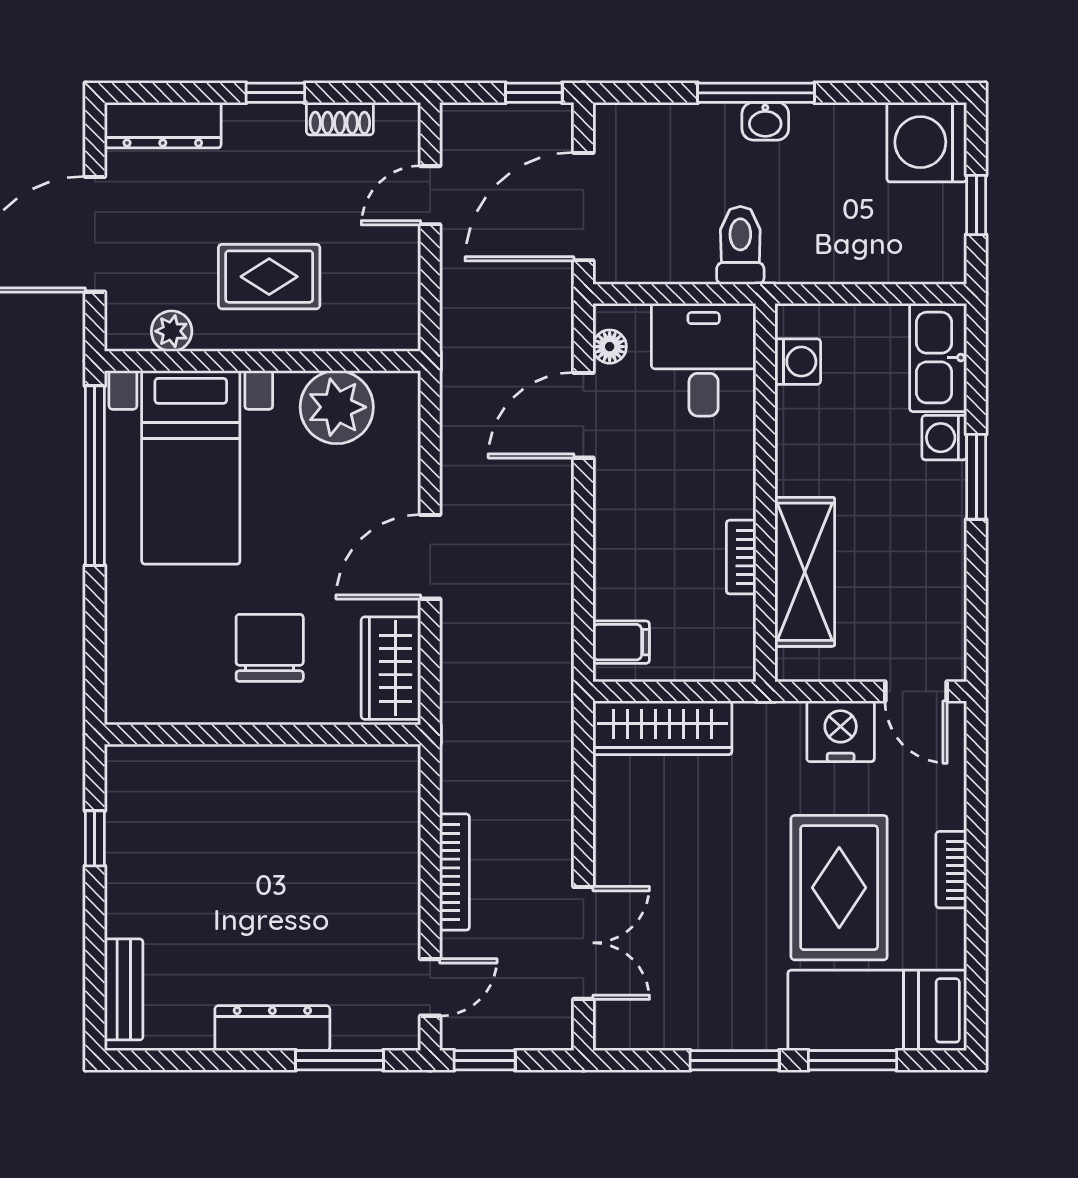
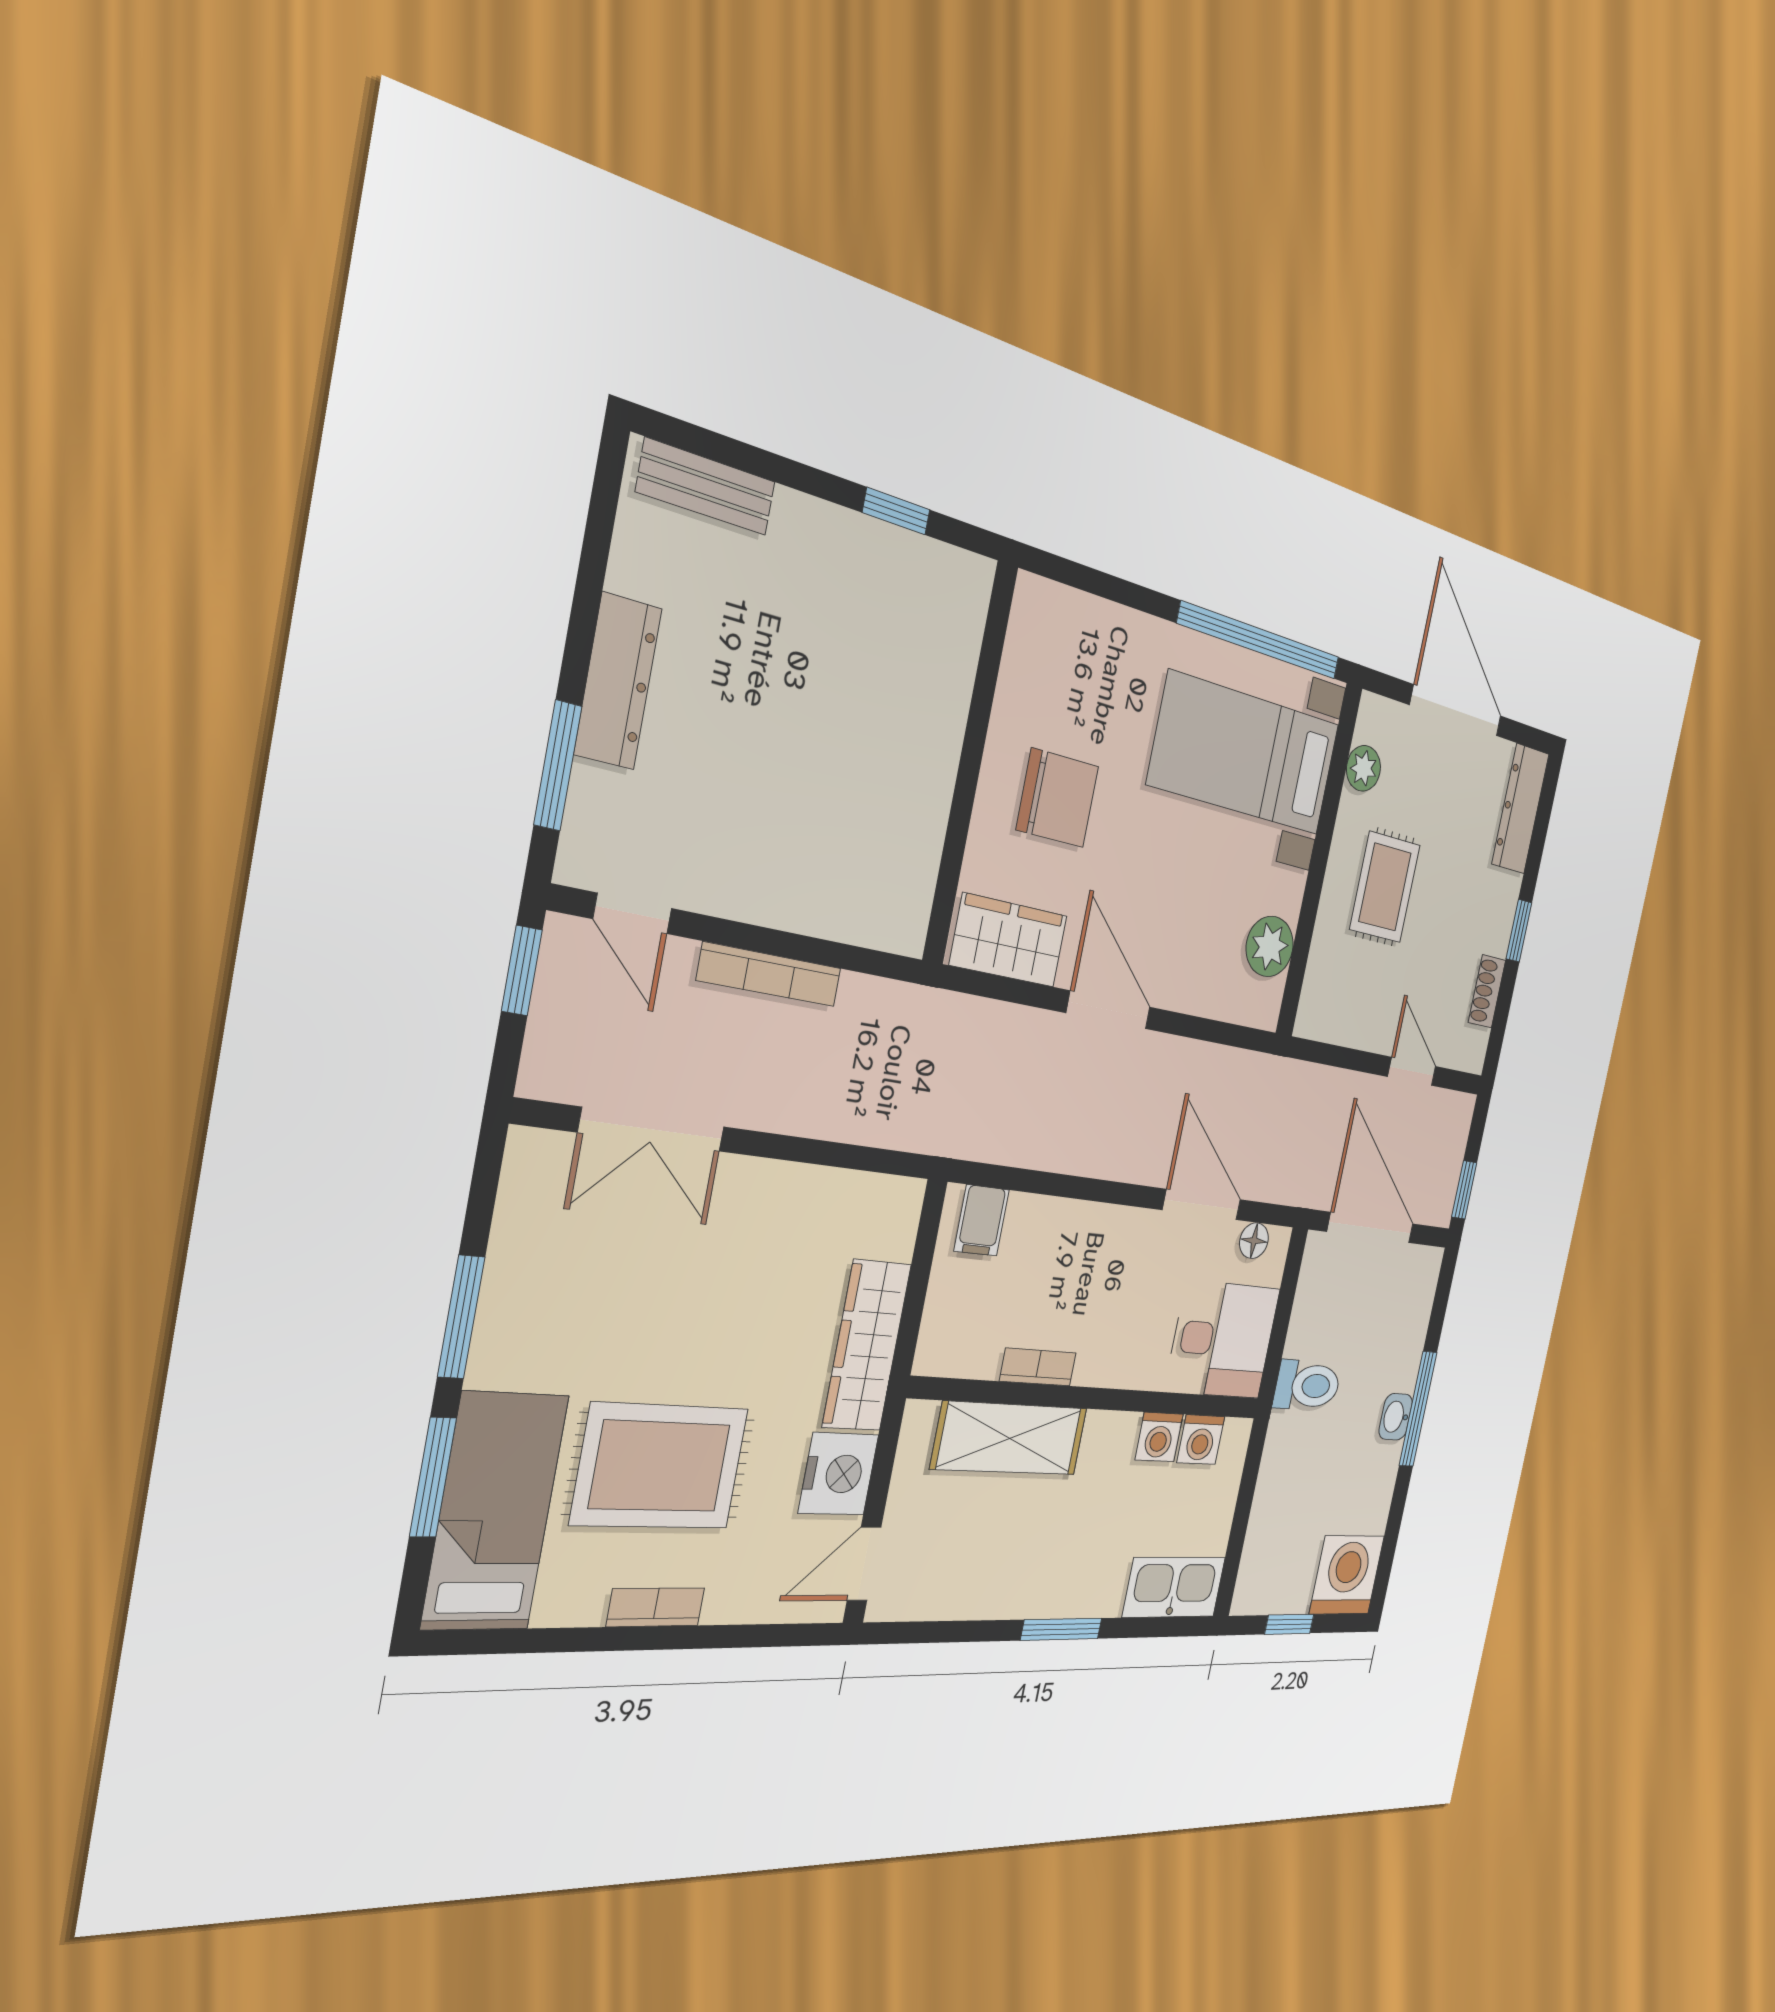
plant: (337, 407) -> (1270, 946), width x0.73, depth x0.73
washing machine: (944, 438) -> (1159, 1437), moved, turned 180
wardrobe: (662, 728) -> (867, 1346), moved

